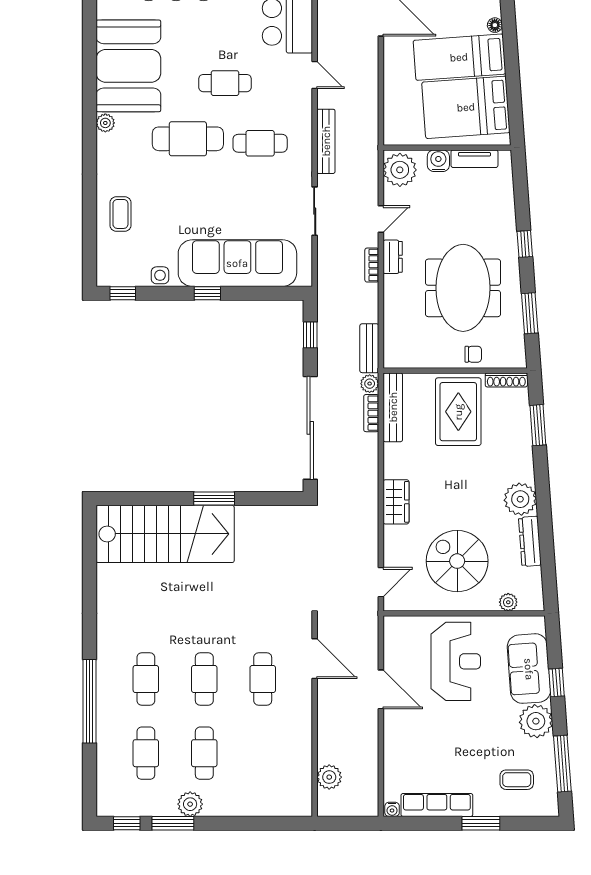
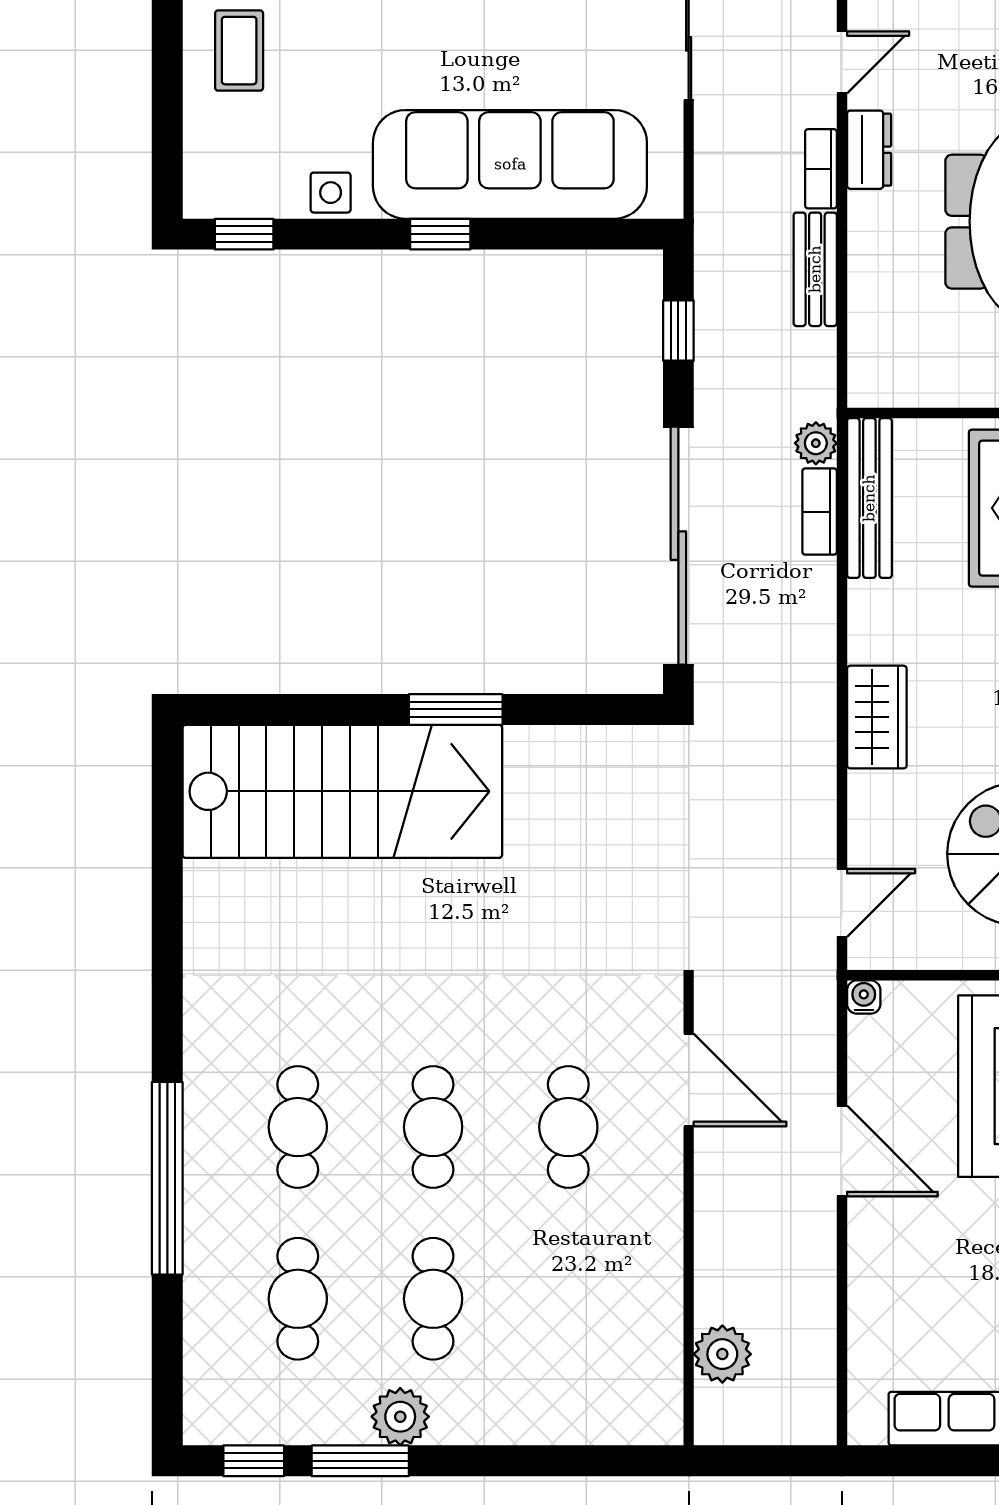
bench: (369, 348) -> (815, 269), moved
water cooler: (392, 809) -> (864, 997), moved, turned 180

